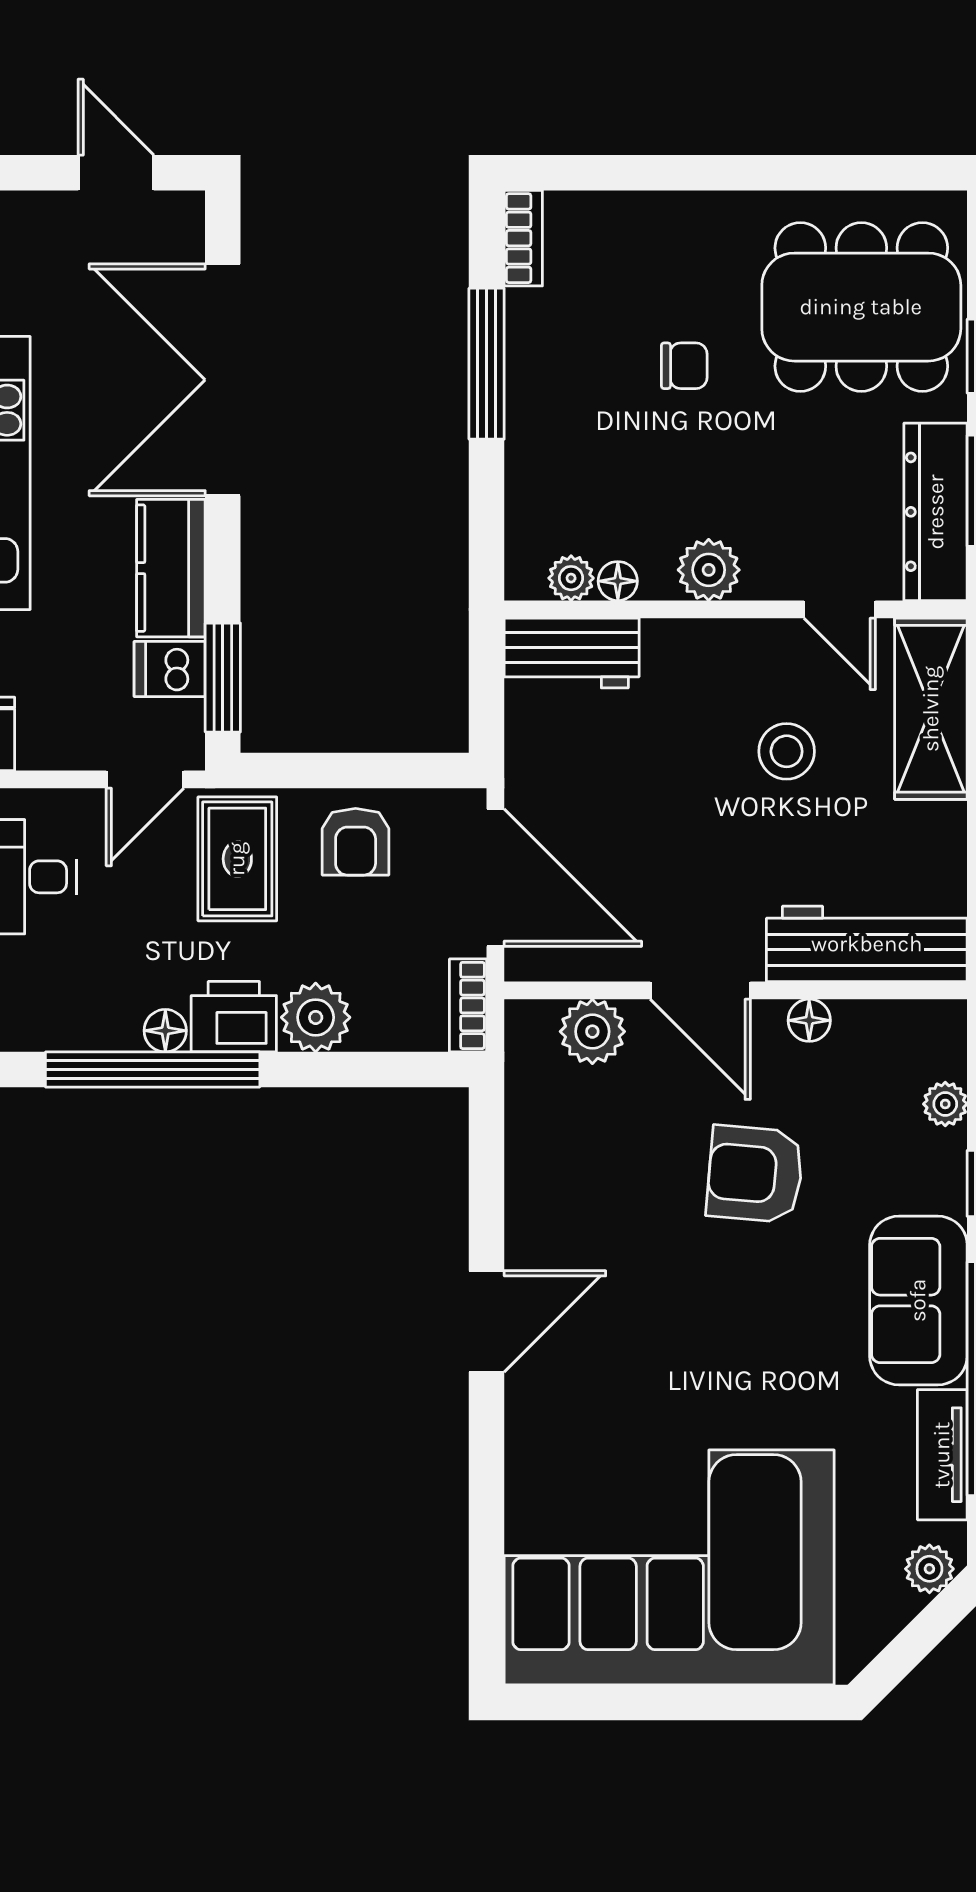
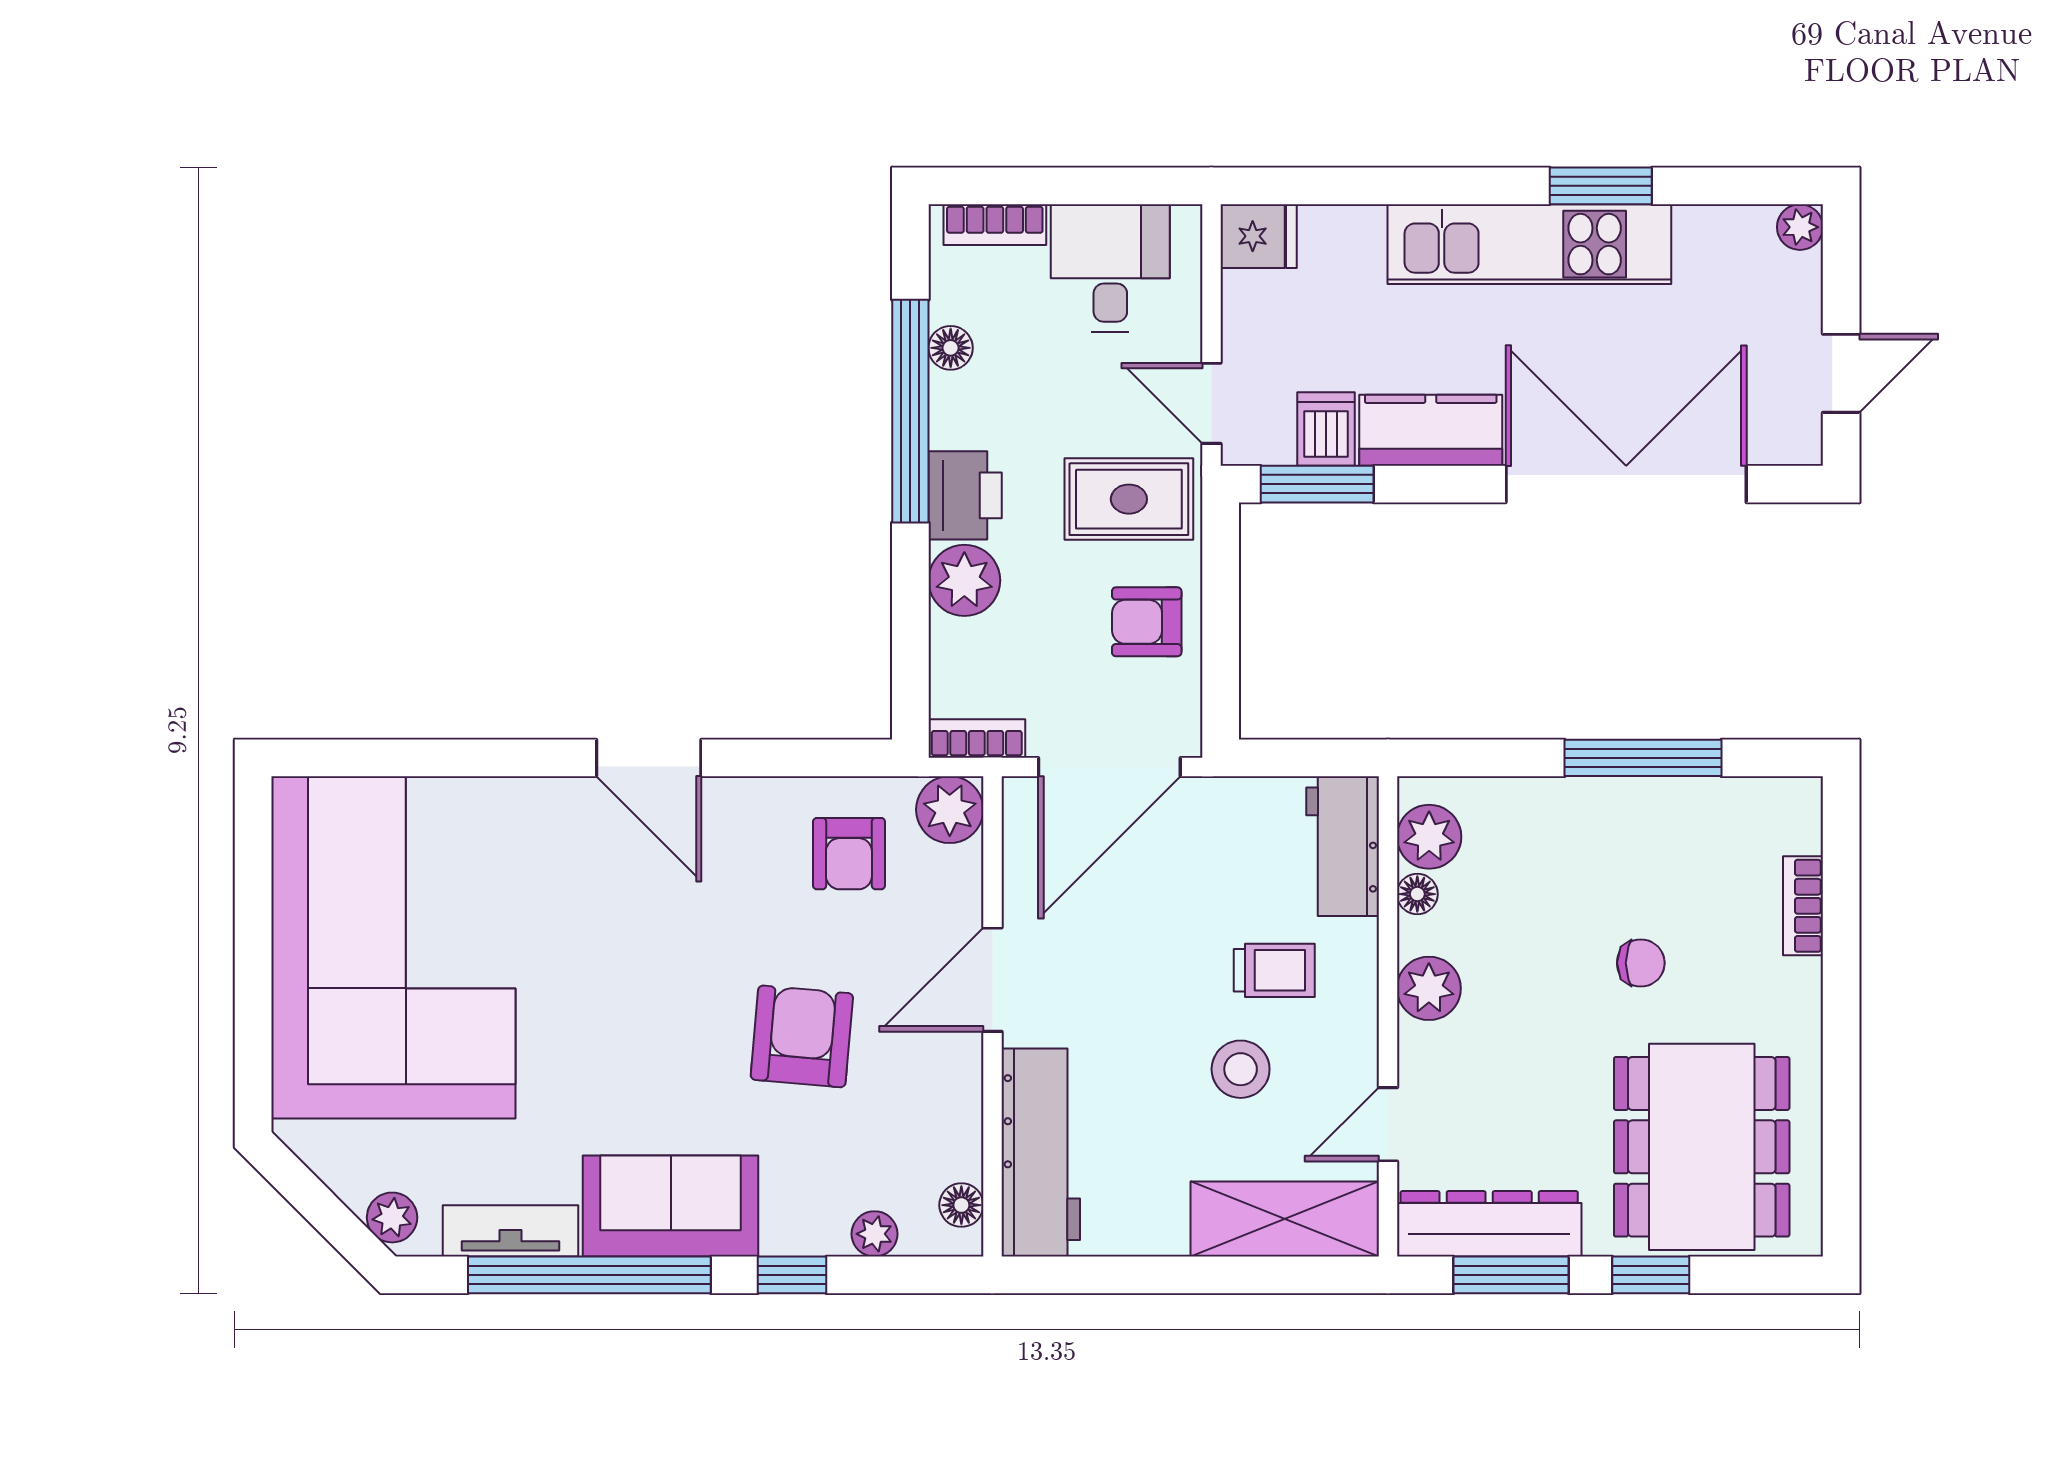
bookcase: (523, 238) -> (1803, 906), moved, turned 90
chair: (684, 366) -> (1641, 963), turned -90
plant: (571, 578) -> (1429, 837), width x1.38, depth x1.38
trolley: (691, 719) -> (1274, 970), added
floor lamp: (809, 1020) -> (961, 1205), moved
floor lamp: (165, 1031) -> (951, 348), moved
plant: (592, 1032) -> (950, 810), moved
armchair: (579, 1129) -> (849, 854), added

